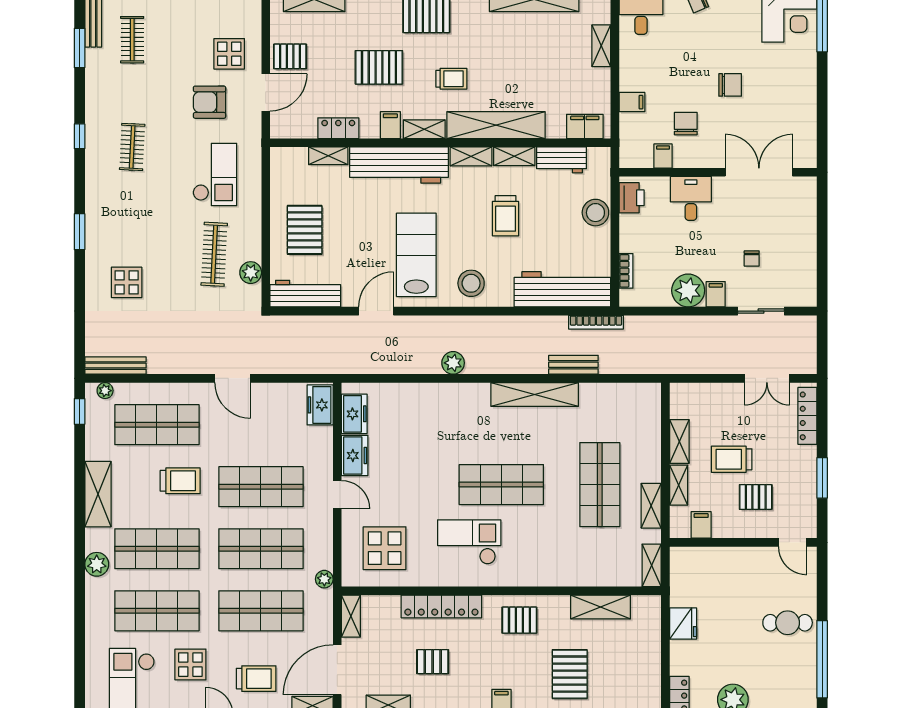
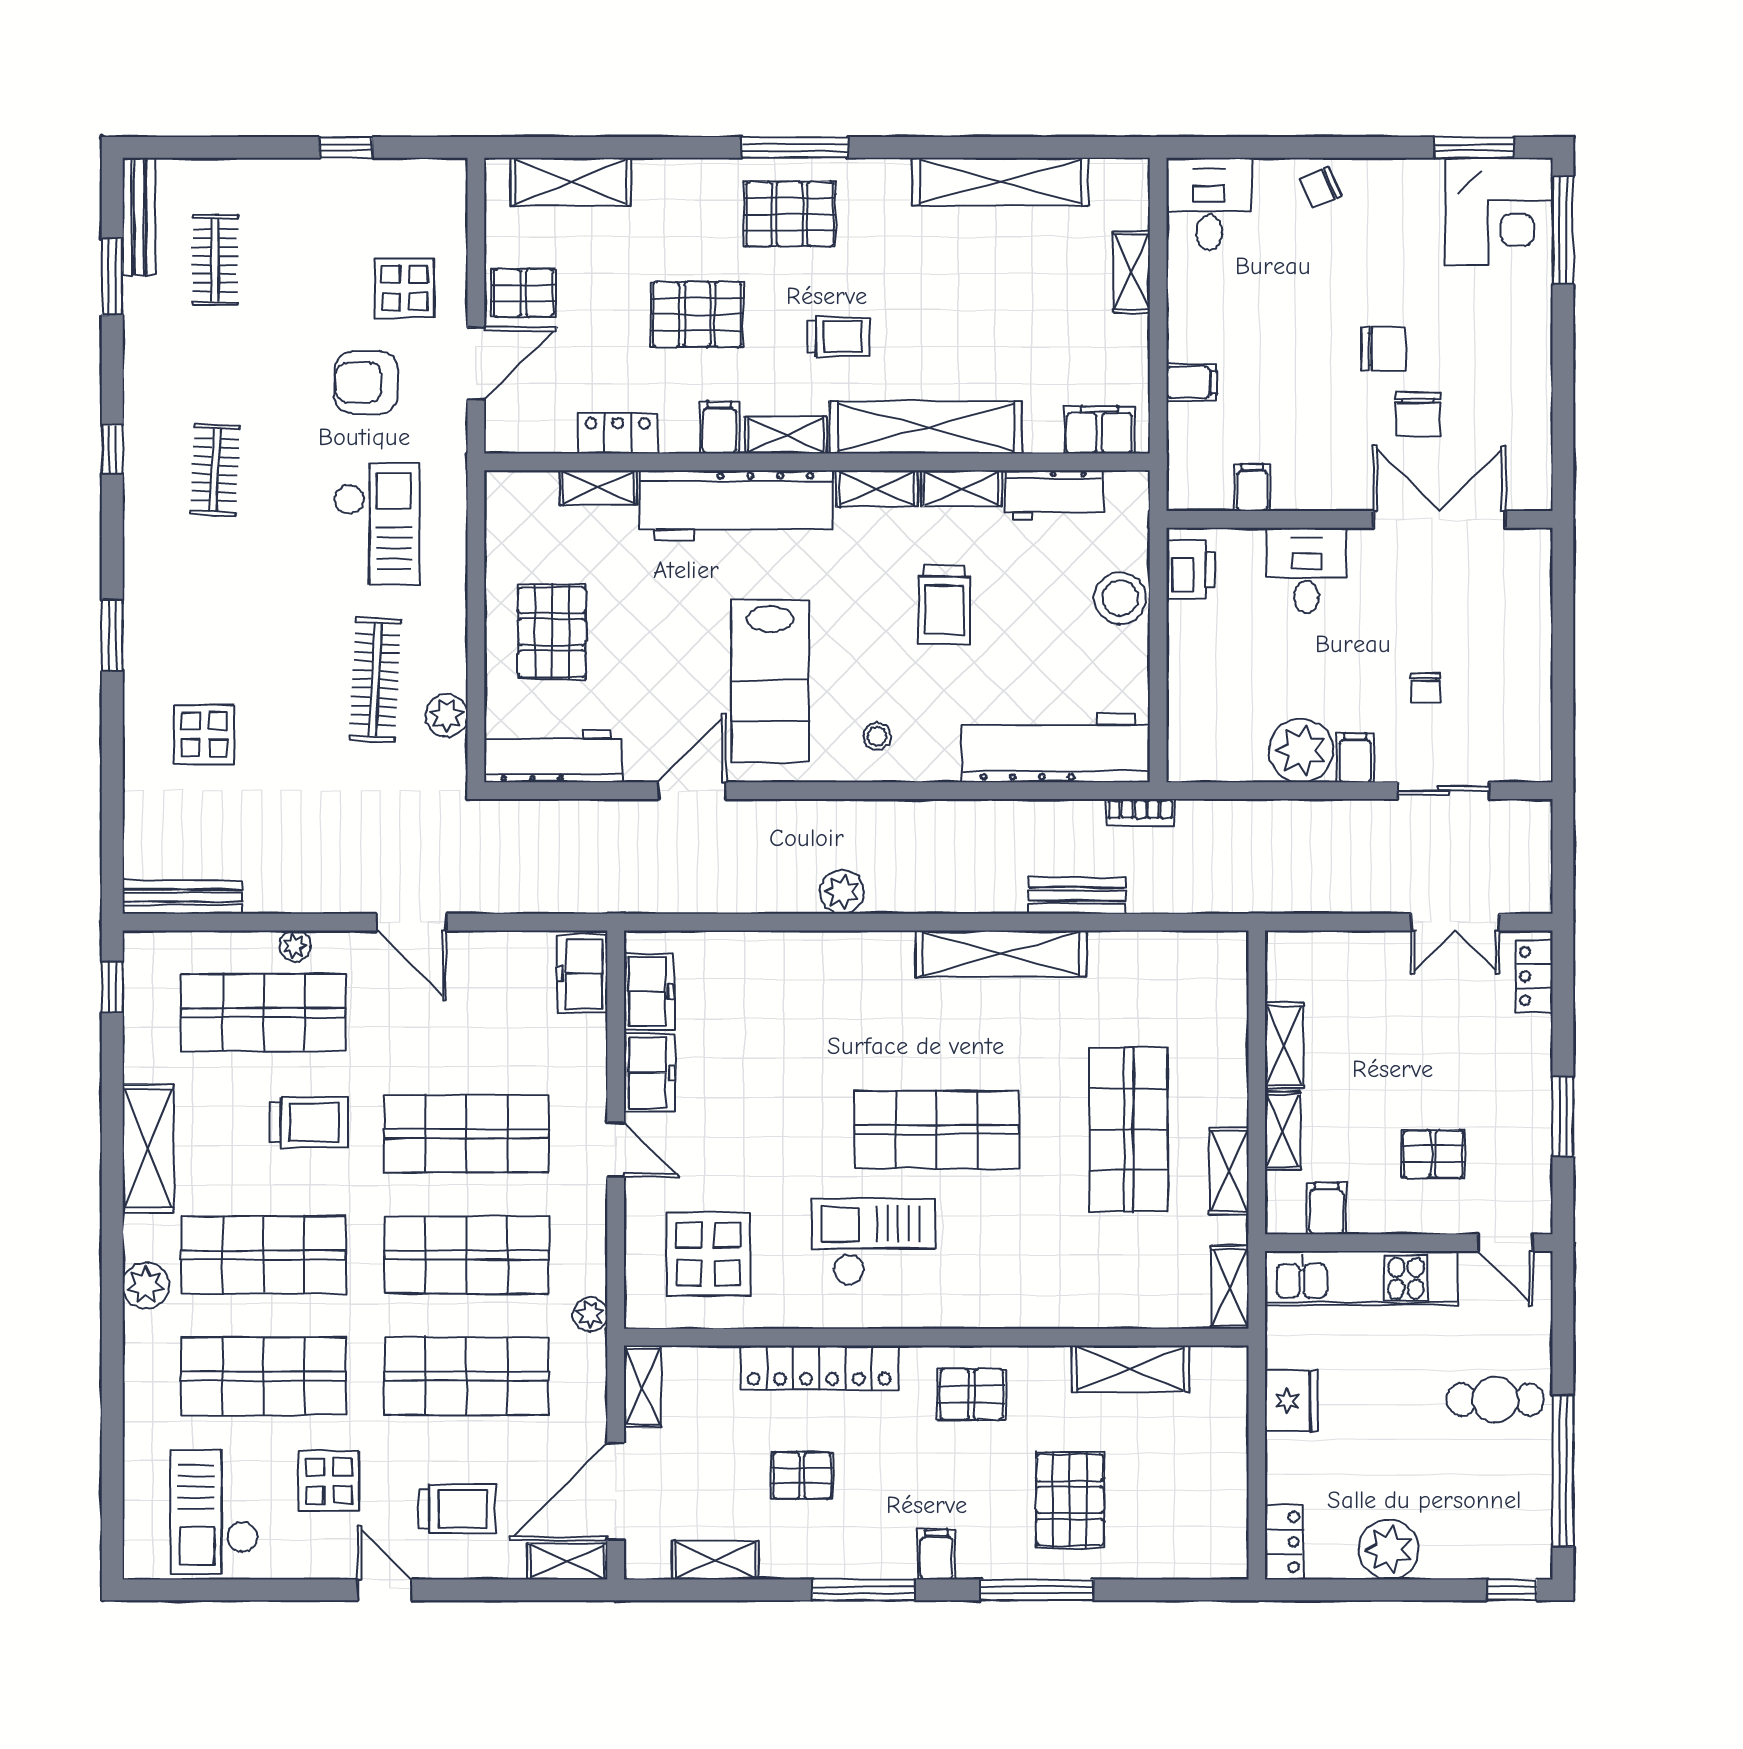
chair: (686, 124) -> (1418, 414), moved, turned 180
lab bench: (416, 255) -> (770, 681), turned 180
bookcase: (626, 271) -> (1180, 712), removed
stool: (471, 283) -> (877, 736), width x0.53, depth x0.53
bookcase: (596, 322) -> (1140, 812), width x0.64
plant: (105, 391) -> (295, 946), moved
locker: (807, 416) -> (1534, 976), width x0.66
trolley: (732, 459) -> (1386, 1080), removed
kitchen unit: (719, 561) -> (1362, 1278), added

